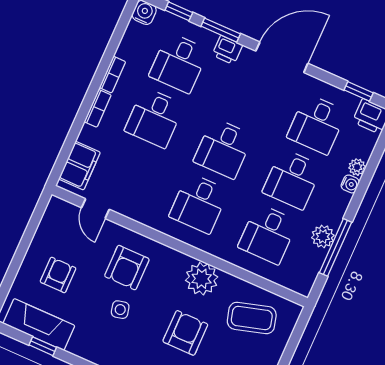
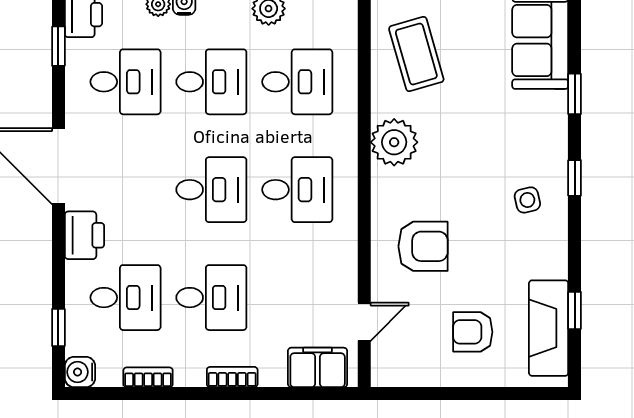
window: (221, 30) -> (58, 262), removed
printer: (227, 50) -> (84, 235), width x1.36, depth x1.24
bookcase: (112, 75) -> (148, 377), moved
side table: (120, 310) -> (527, 200), moved
armchair: (185, 333) -> (474, 132), removed

